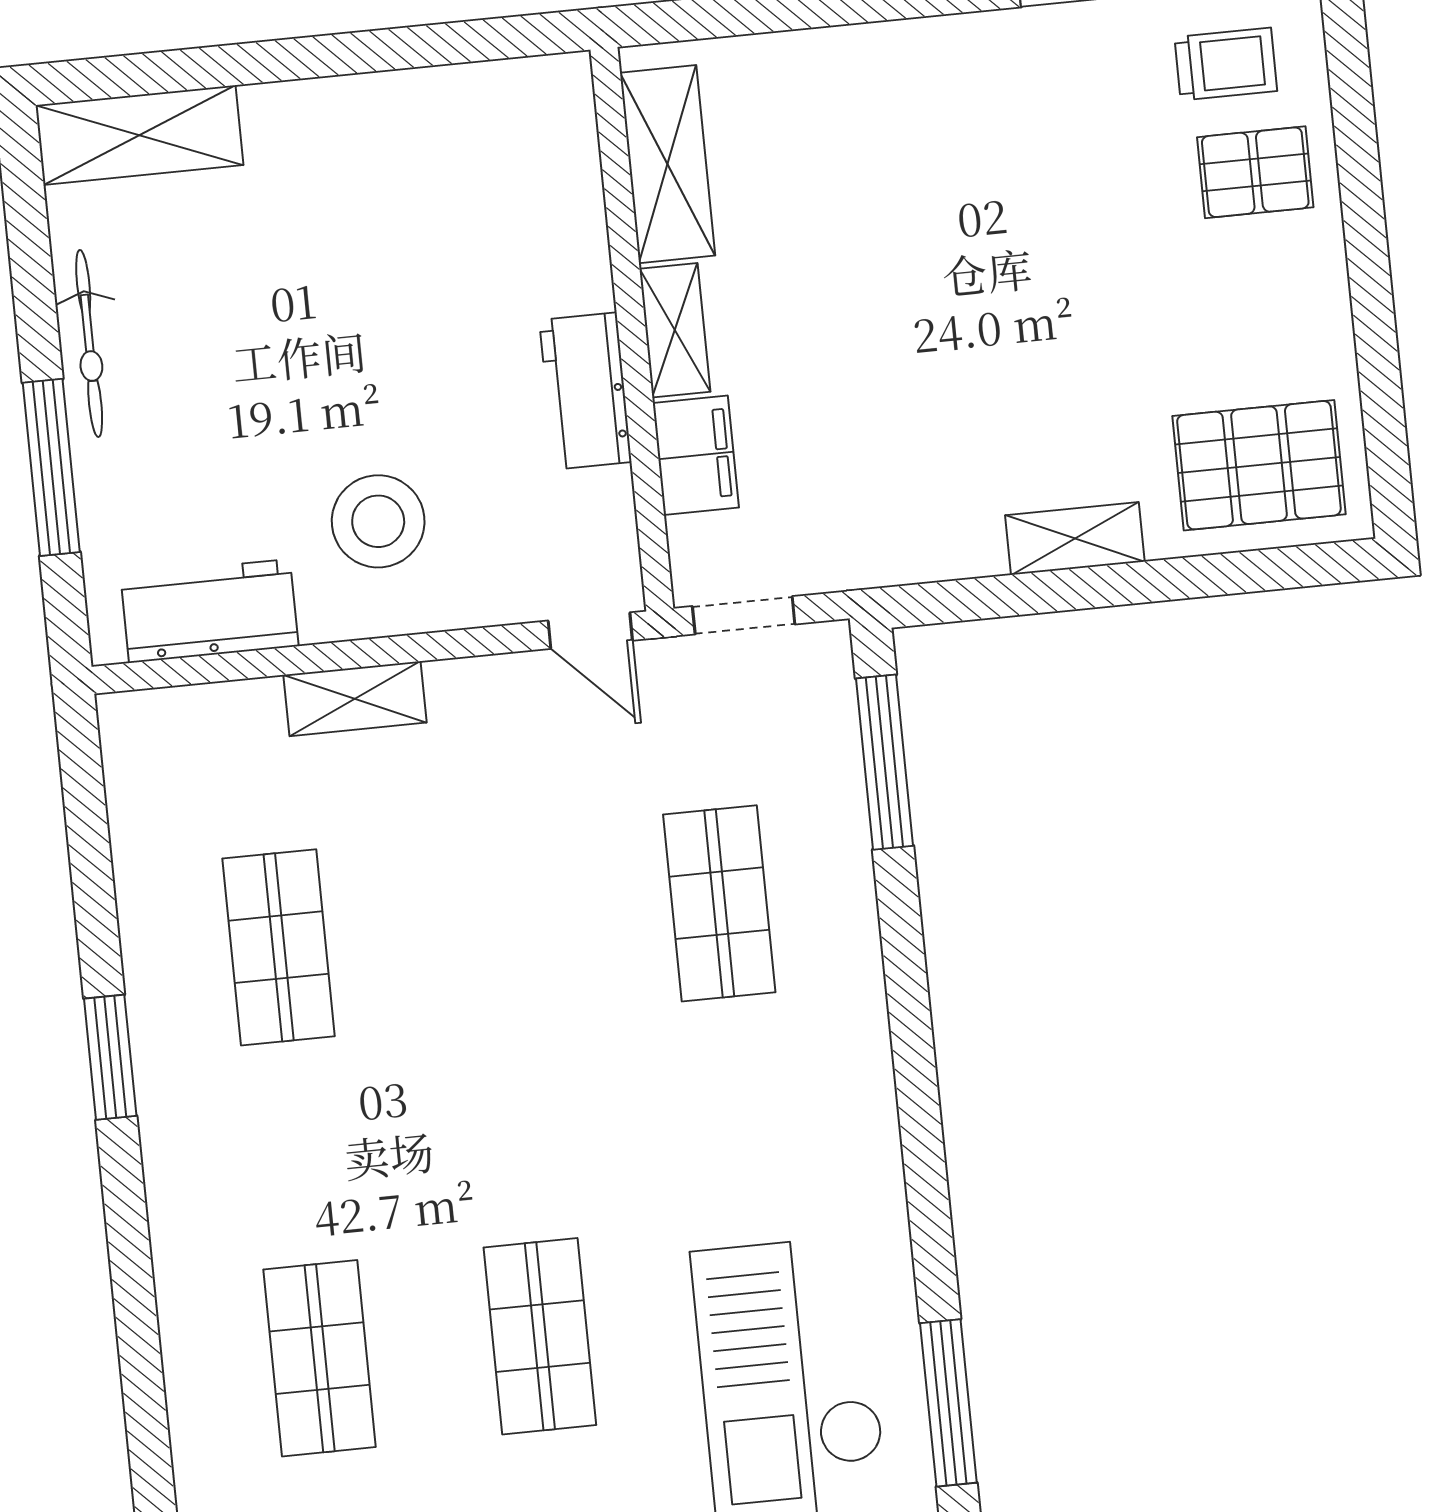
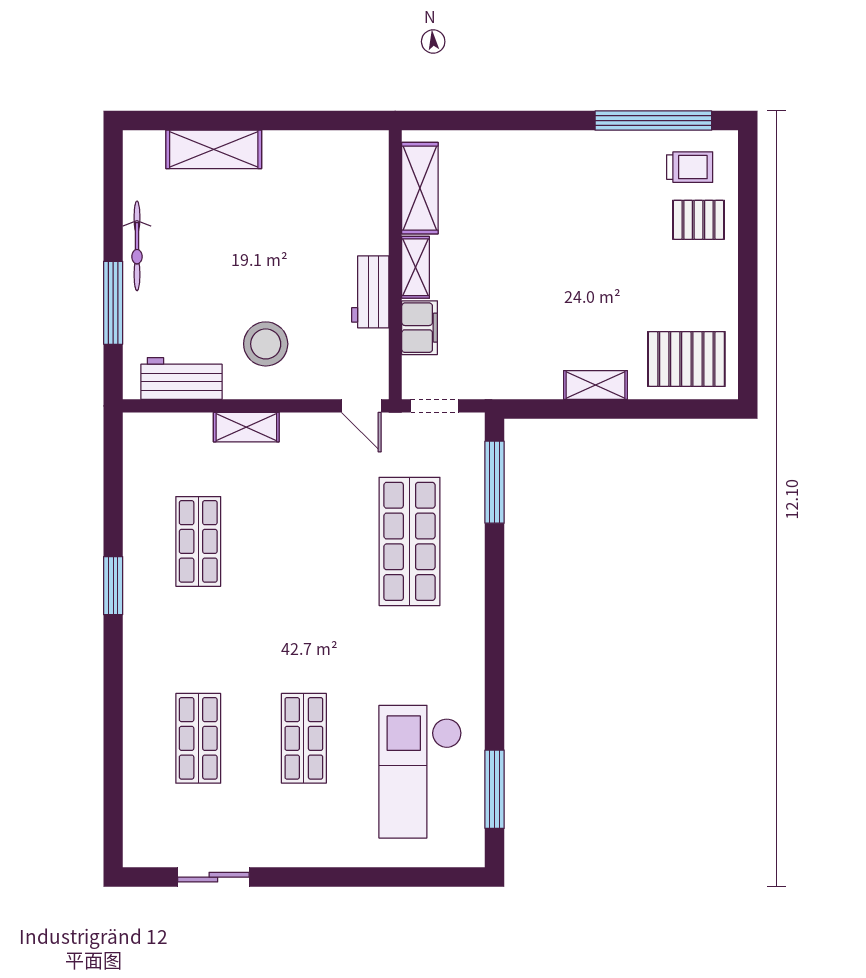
shelving: (139, 135) -> (214, 149), moved
shop shelf: (719, 903) -> (409, 541), width x1.43, depth x1.36

